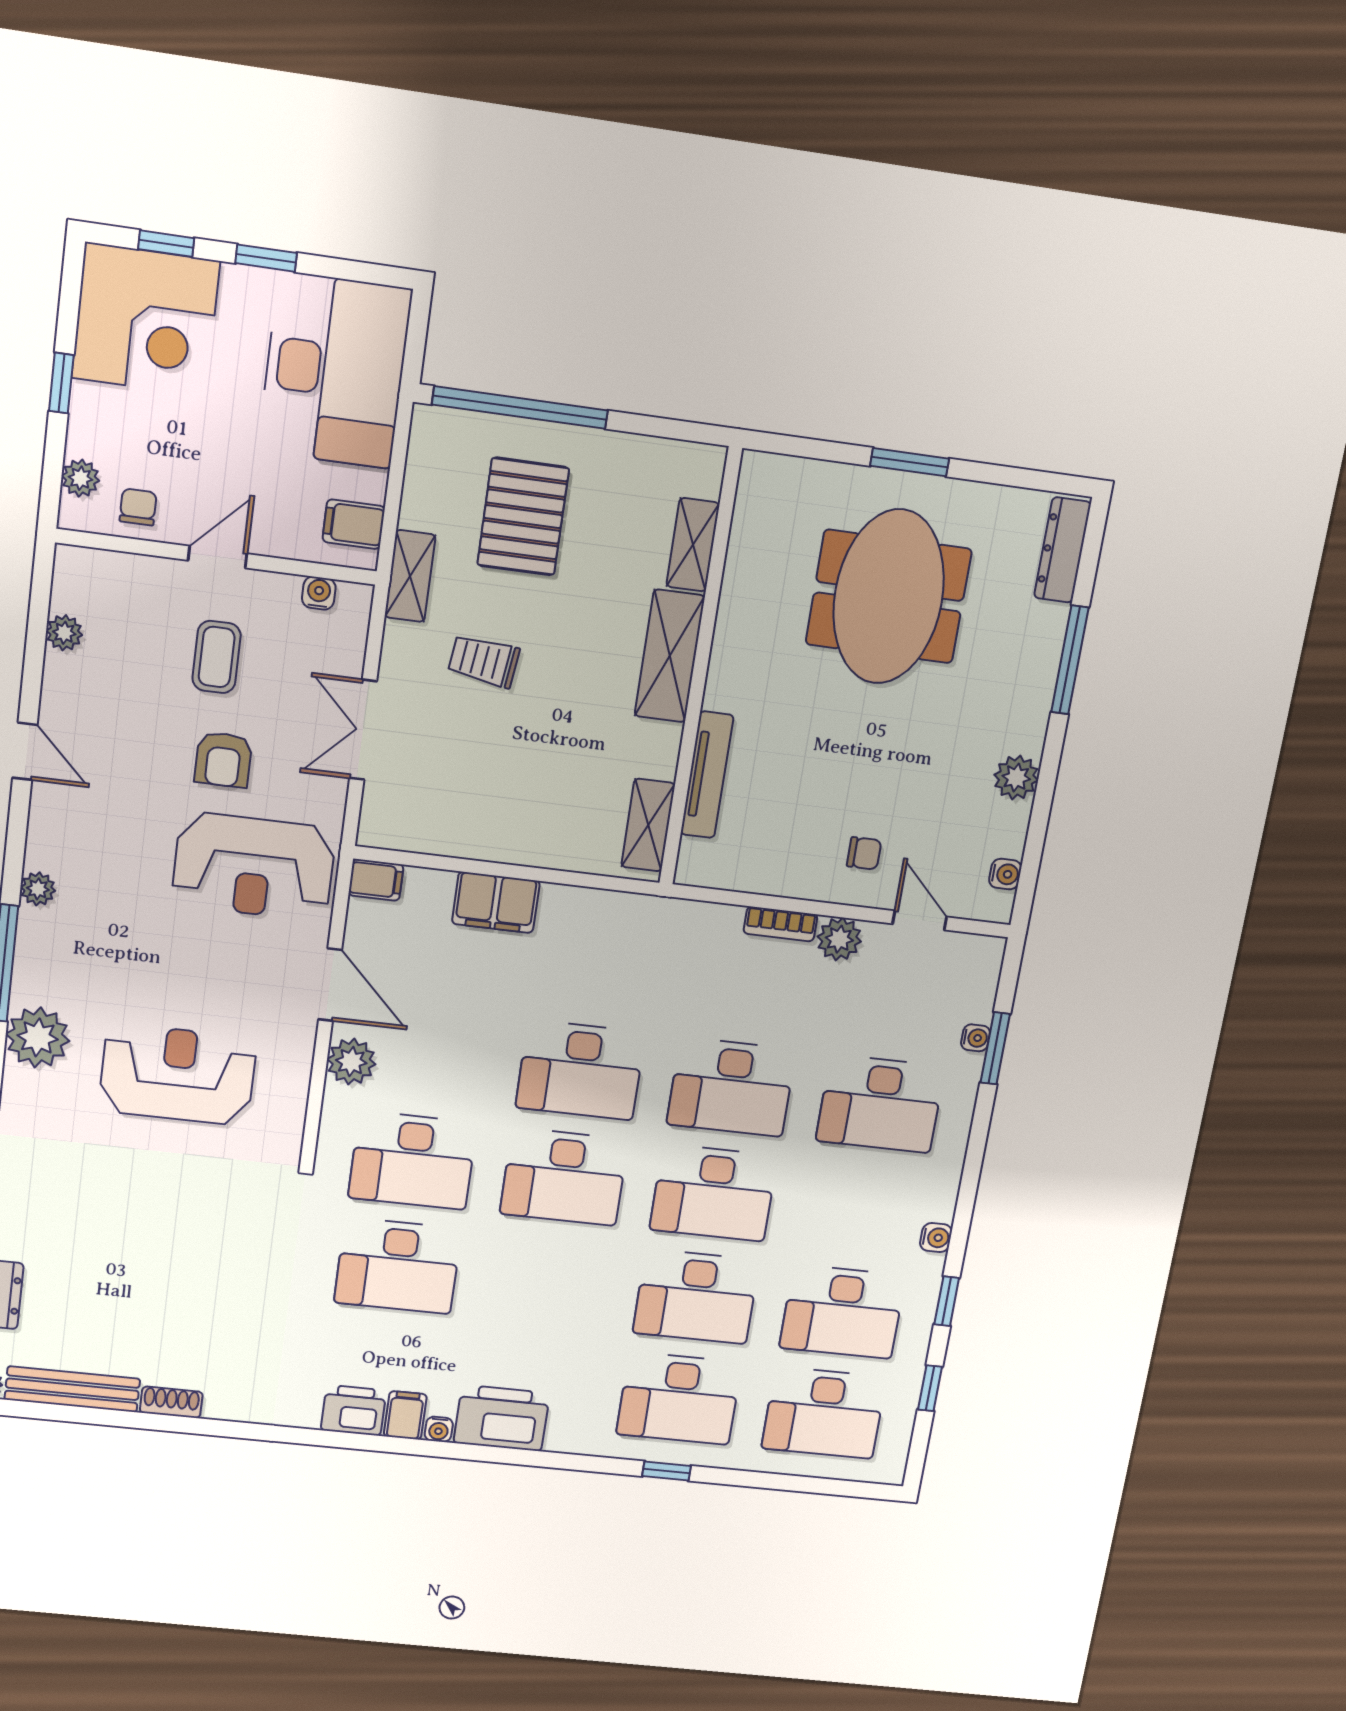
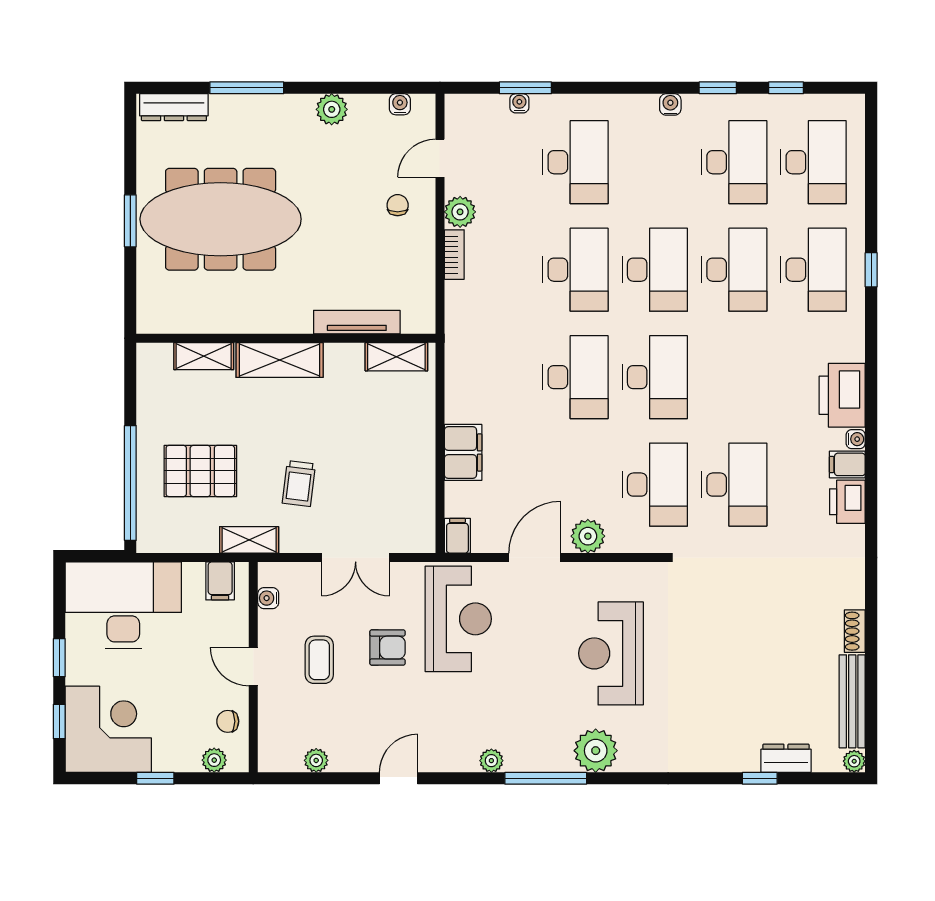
meeting table: (889, 597) -> (221, 219), width x1.36
coffee table: (217, 657) -> (319, 660), turned 90

